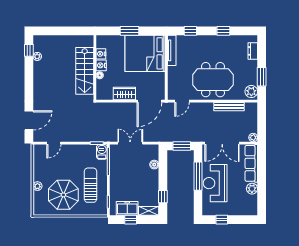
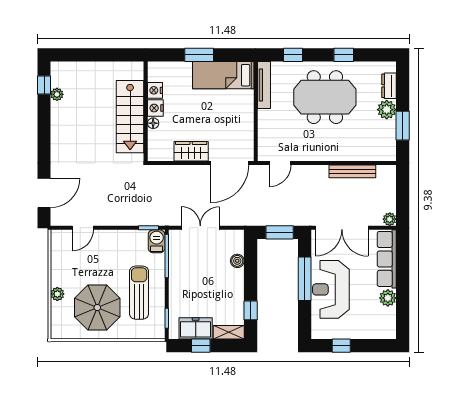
bed: (145, 53) -> (223, 75), width x0.49
meeting table: (213, 80) -> (325, 97), moved
plant: (251, 92) -> (387, 110), moved

